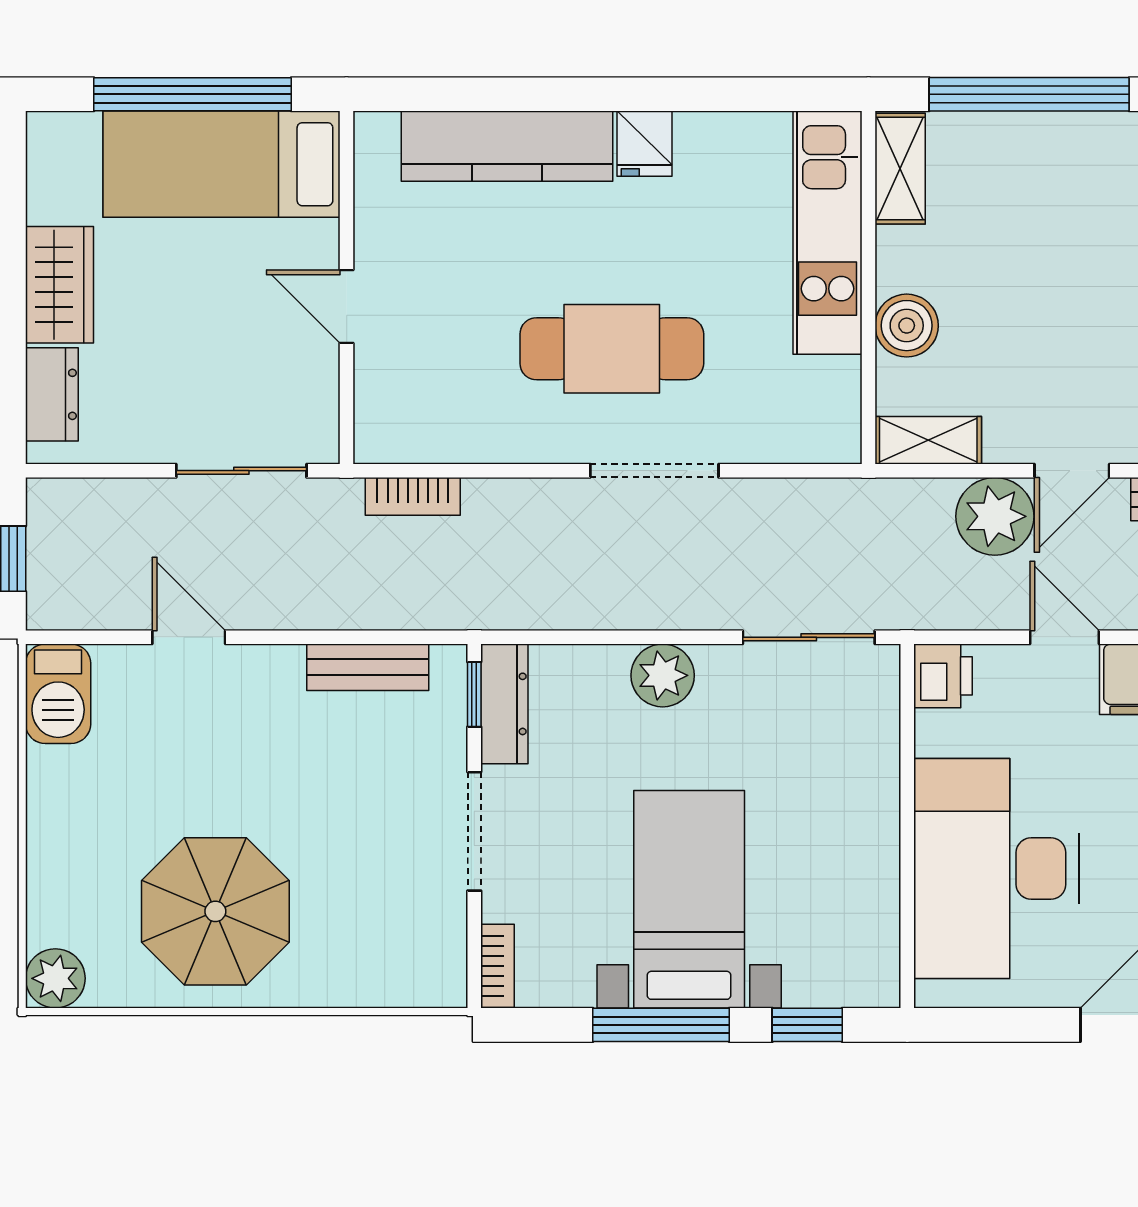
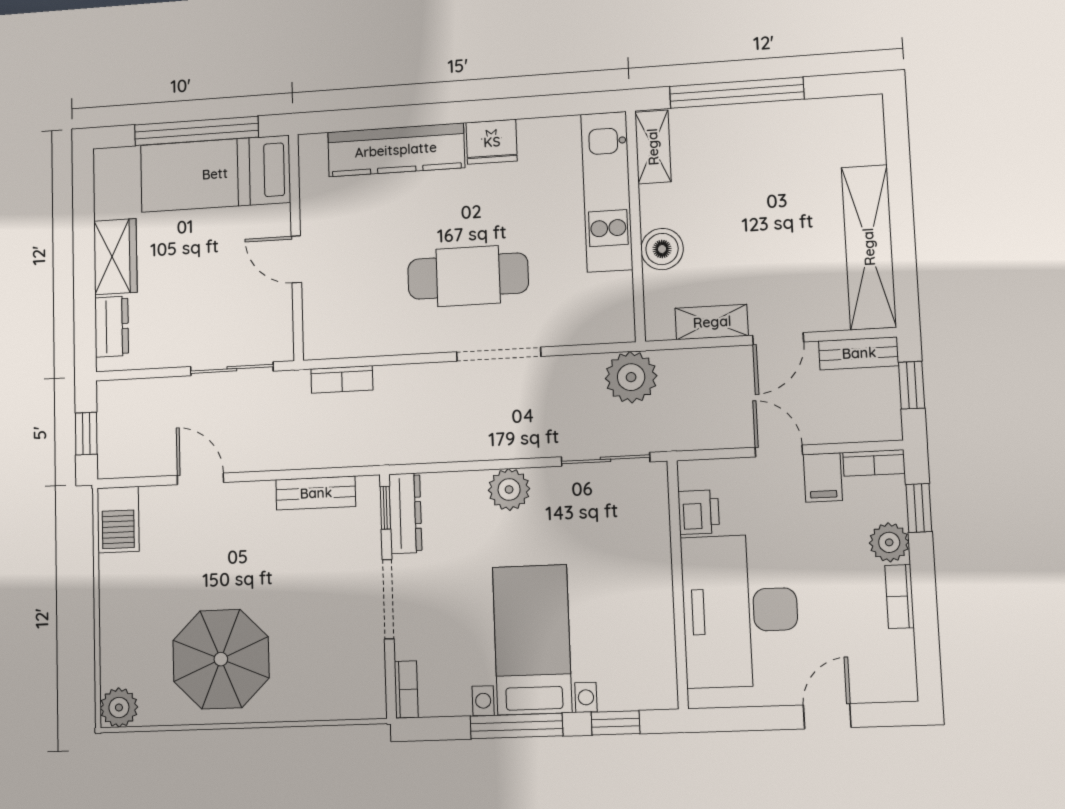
fridge: (645, 144) -> (492, 142), width x1.38
shelving: (928, 440) -> (712, 322), moved
plant: (995, 516) -> (631, 377), moved
printer: (943, 676) -> (699, 512), moved

